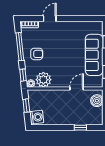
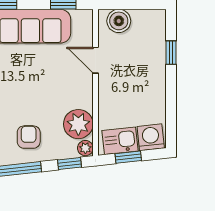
kitchen sink: (35, 101) -> (120, 141), added

